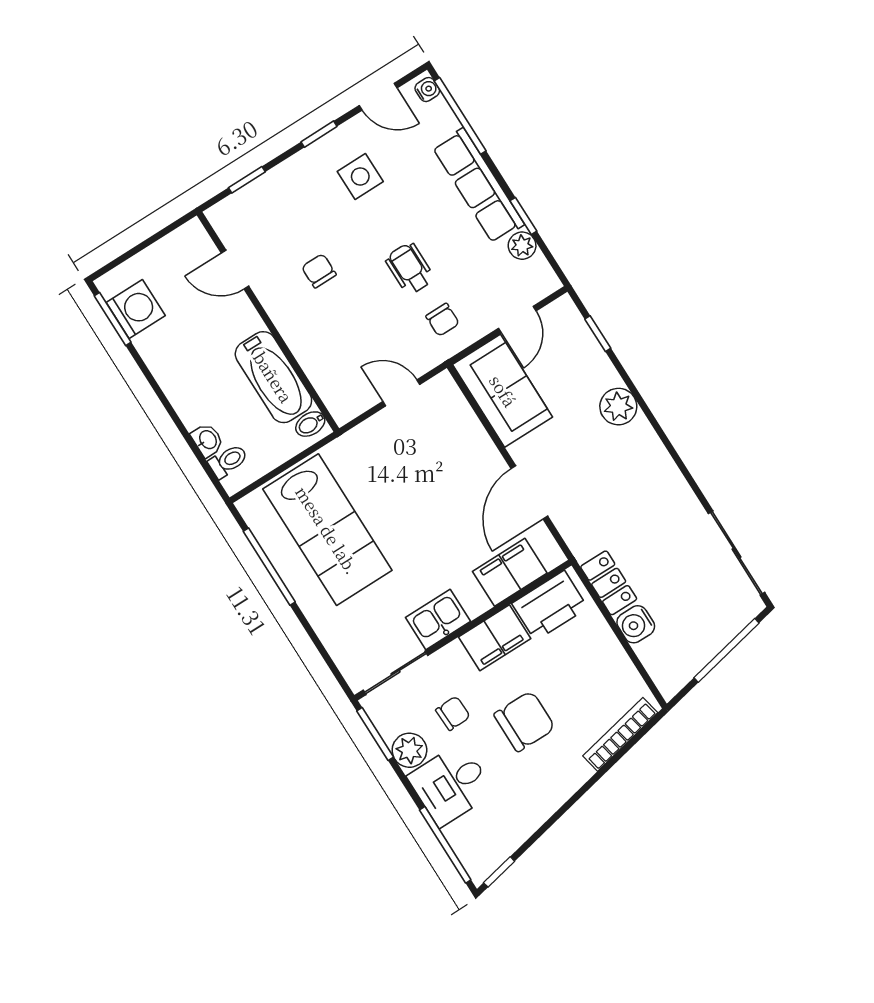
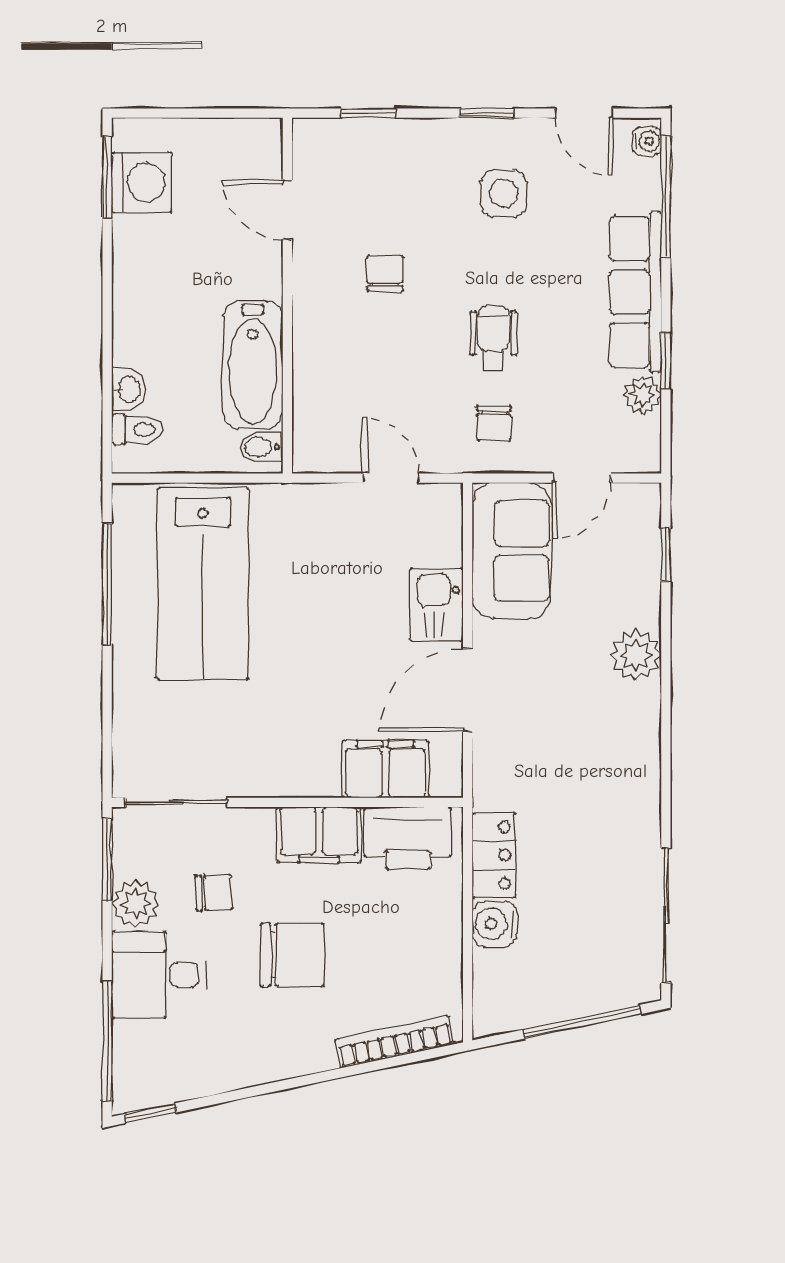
kitchen sink: (438, 619) -> (436, 605), moved, turned -90

